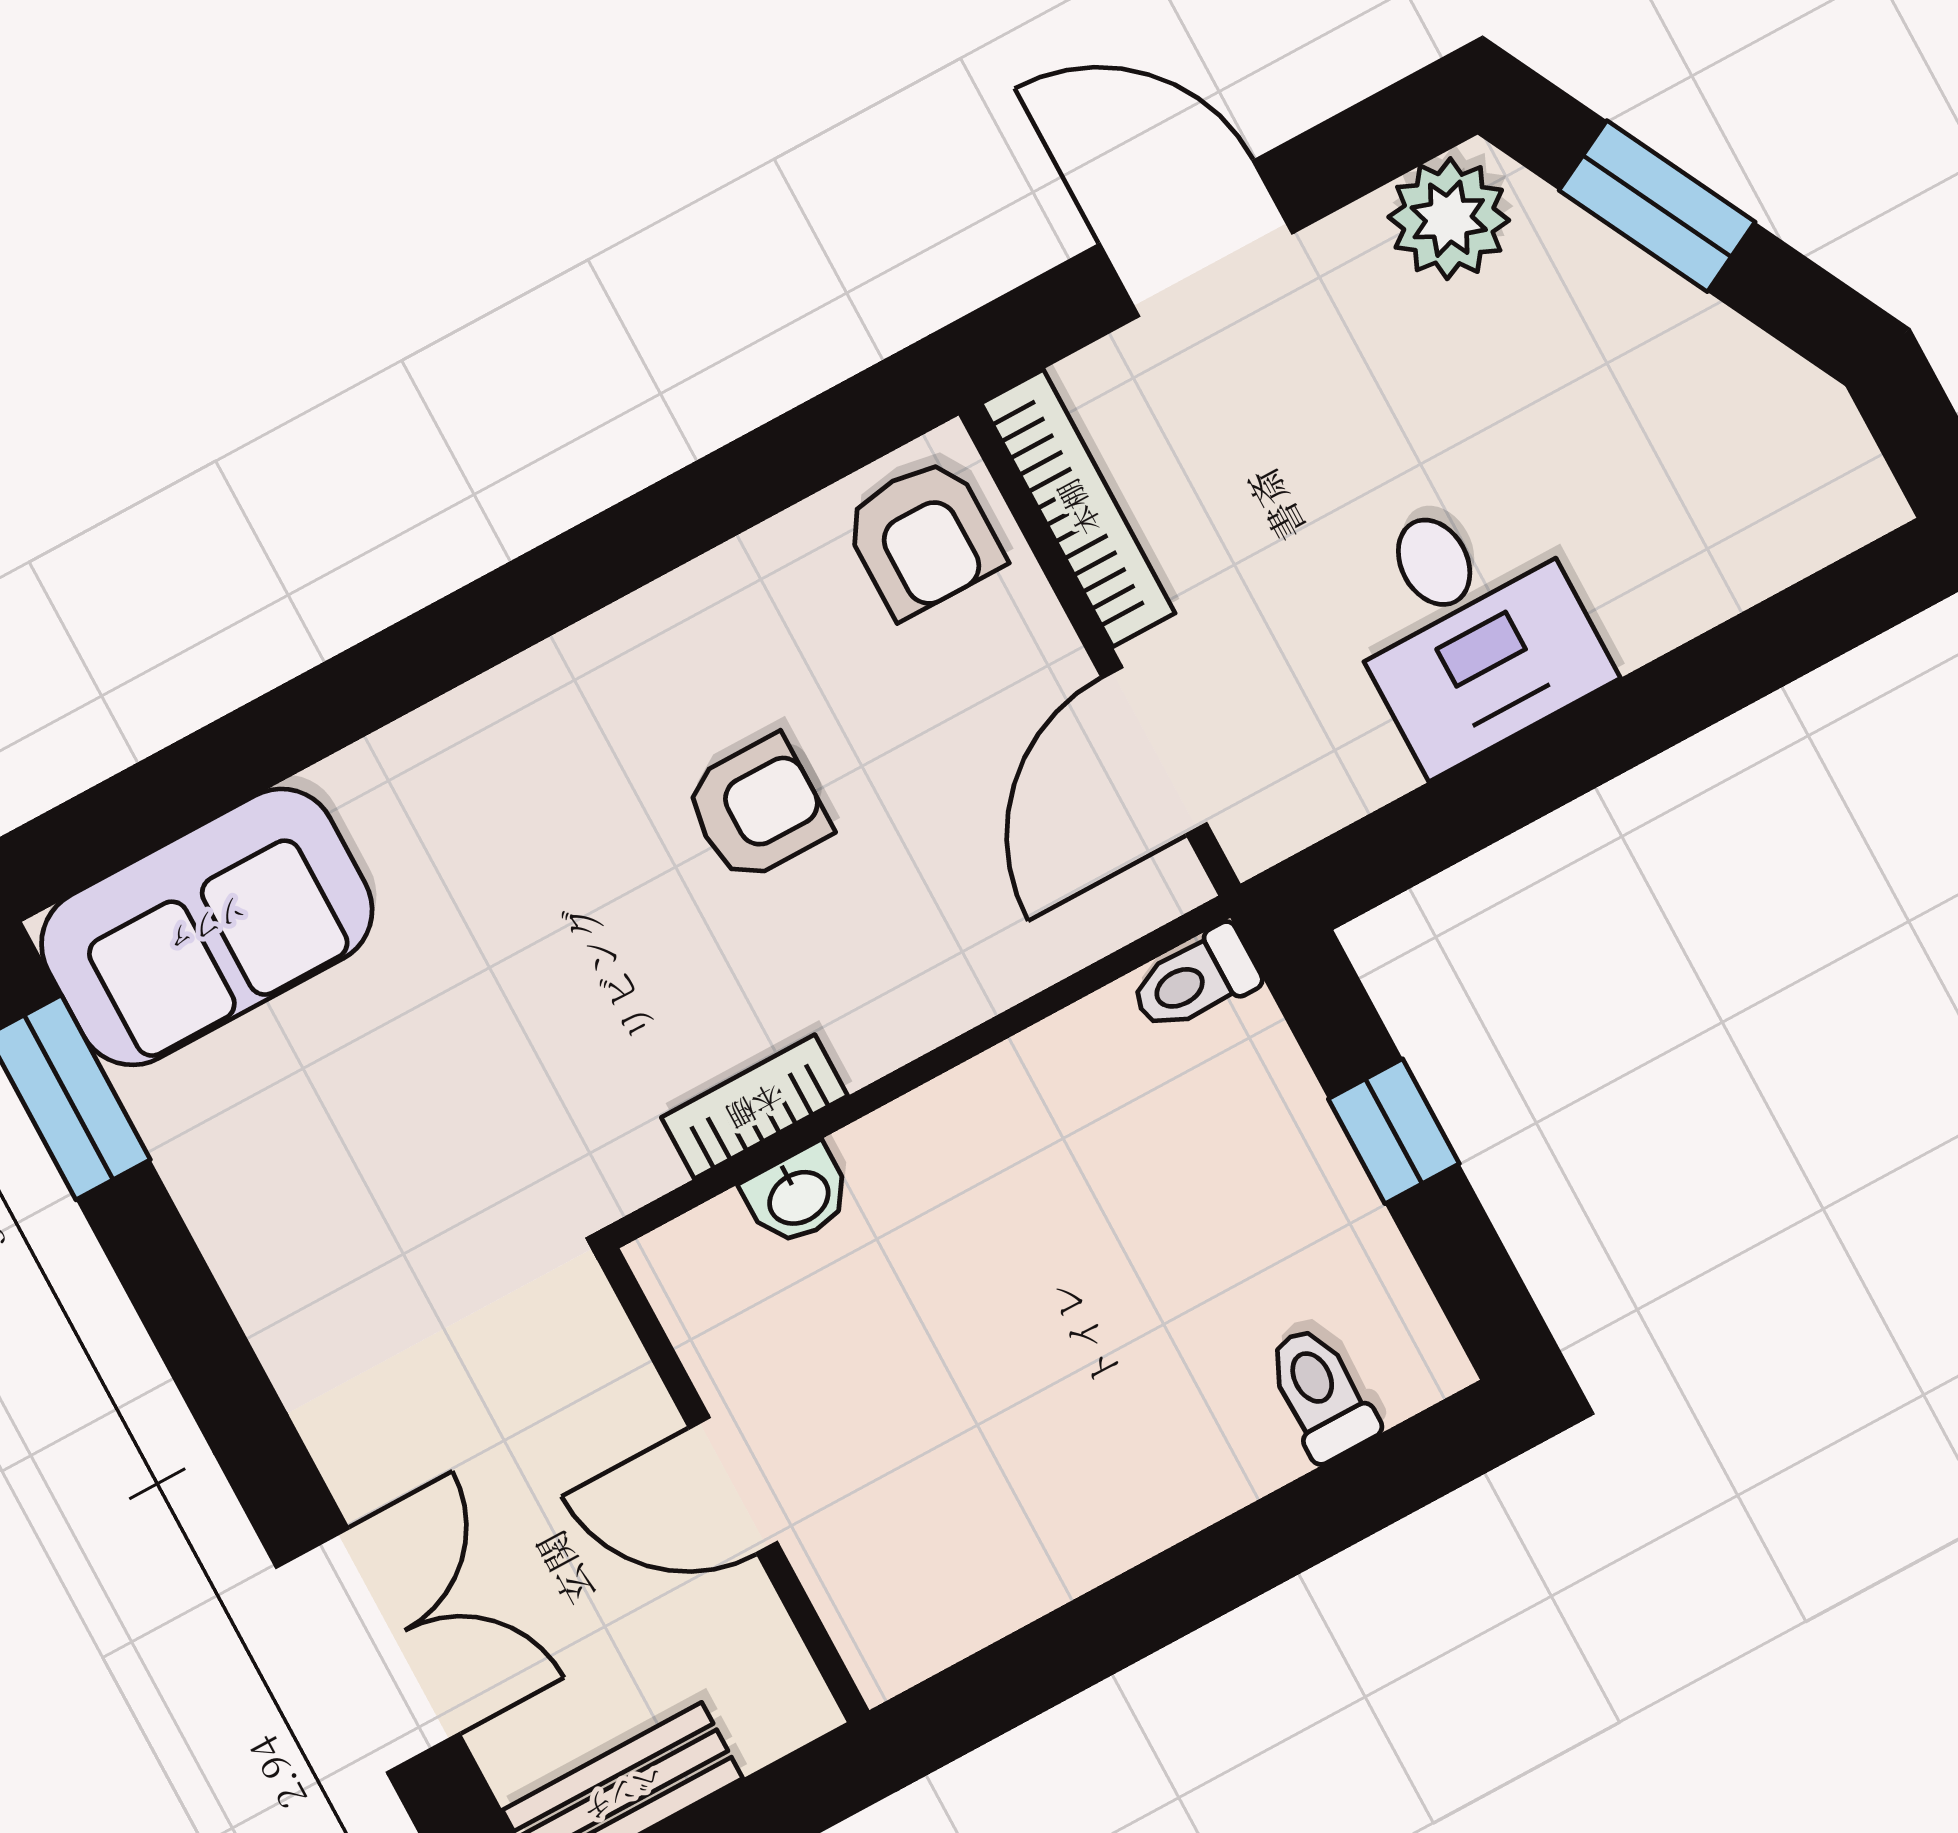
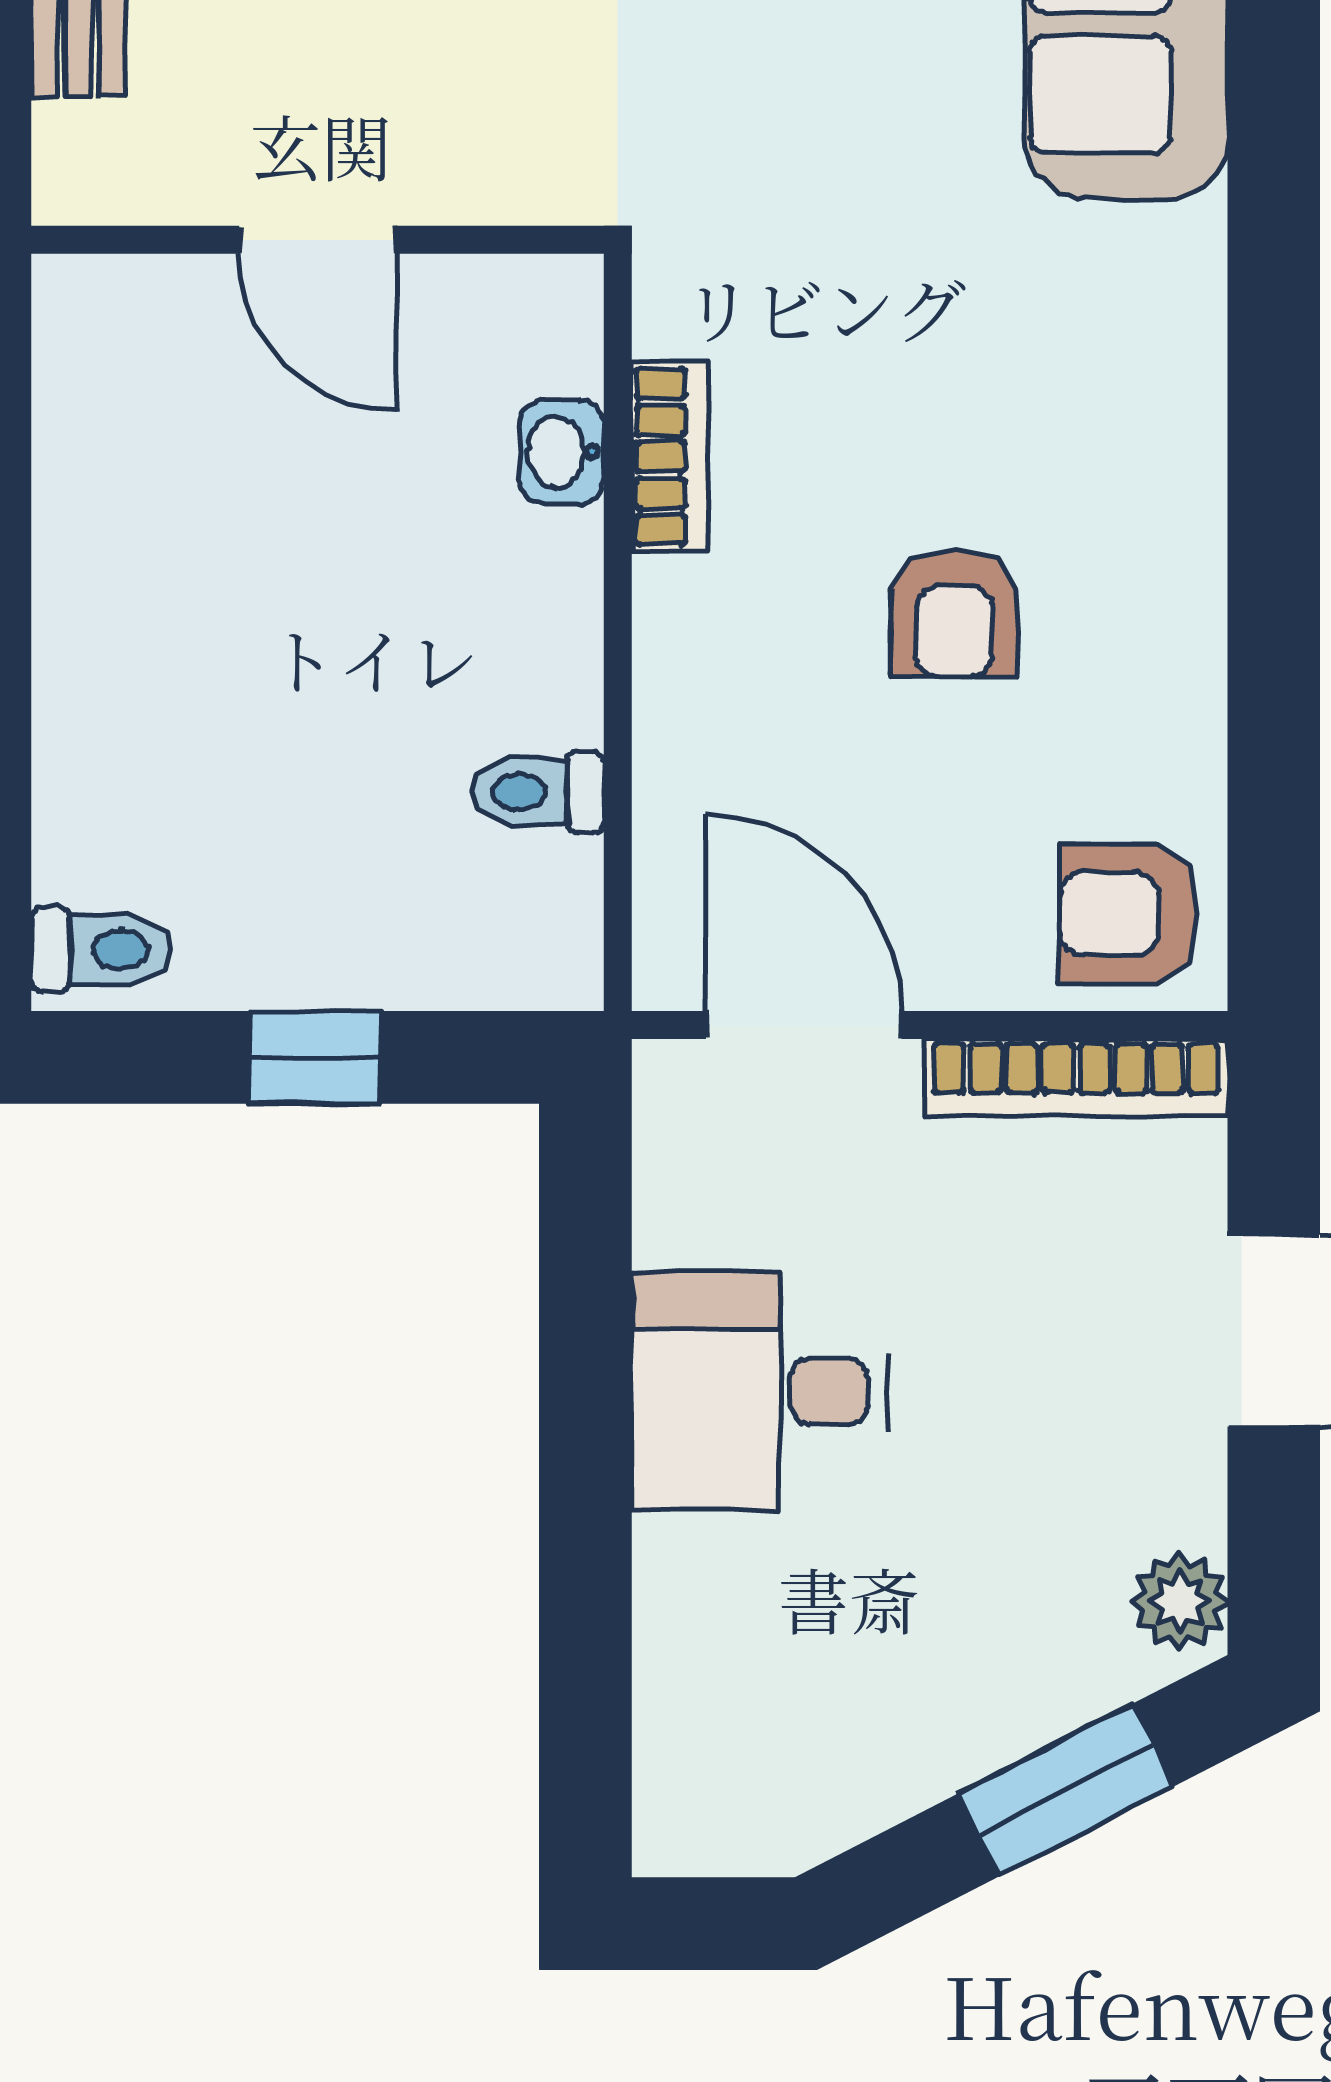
plant: (1449, 219) -> (1180, 1602), width x0.73, depth x0.73
toilet: (1195, 980) -> (537, 792), moved, turned -90
toilet: (1321, 1393) -> (101, 950), moved
door: (733, 1485) -> (317, 240), swing flipped

